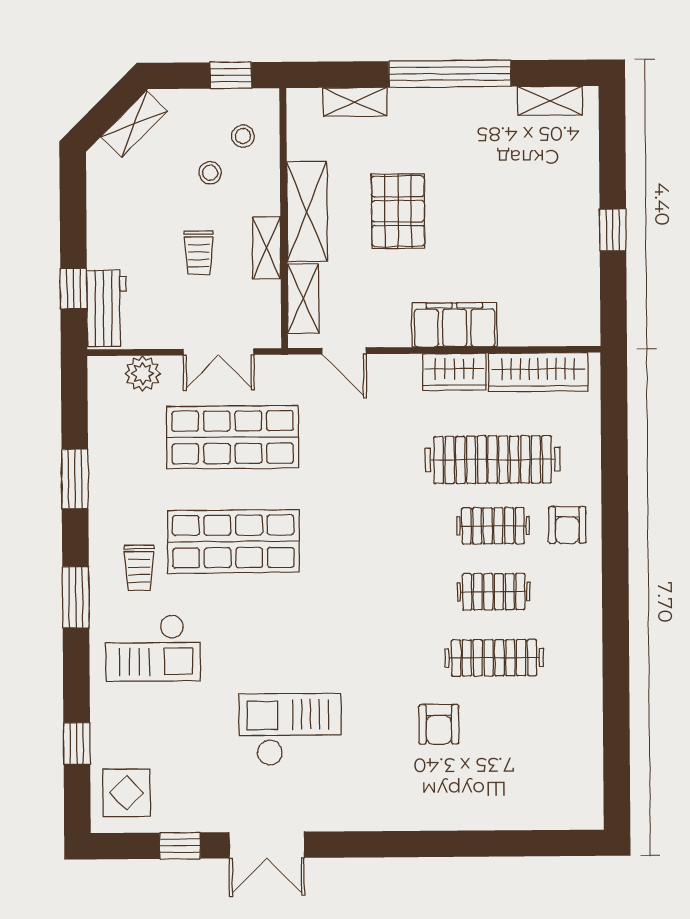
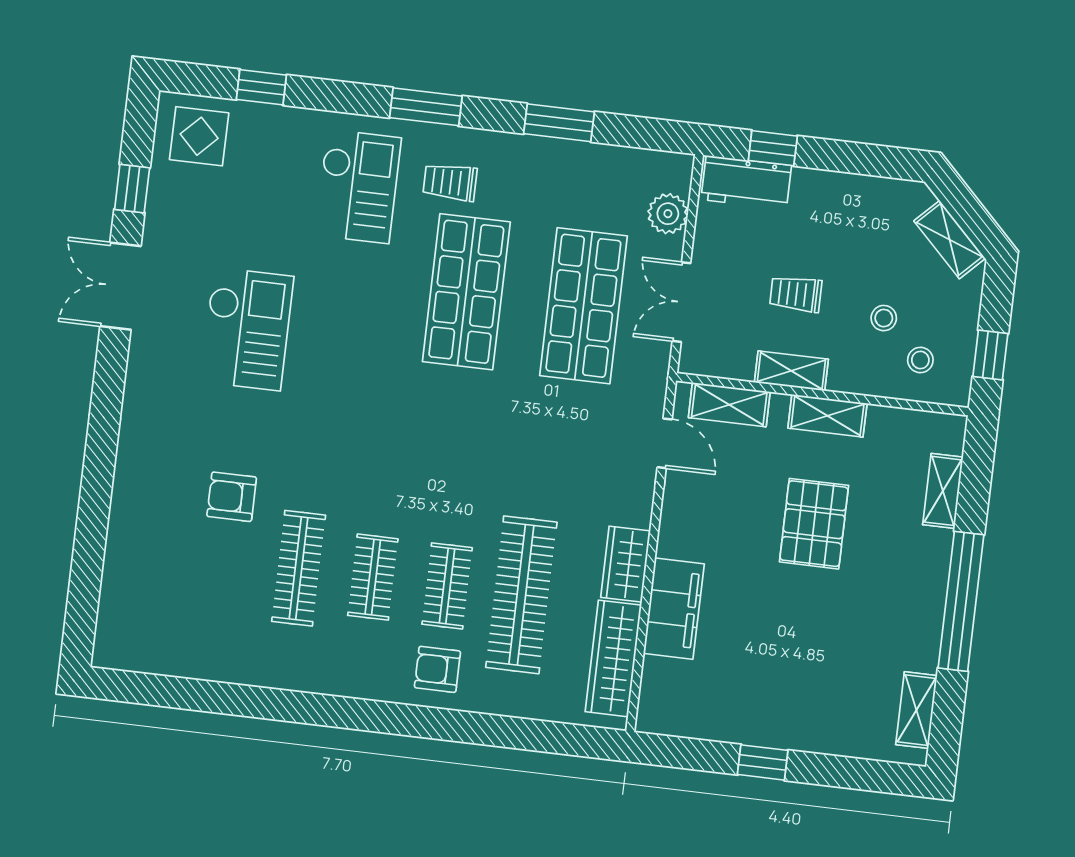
shelving: (307, 211) -> (827, 416), width x0.67, depth x0.75
pallet: (398, 211) -> (814, 524), turned 90
filing cabinet: (455, 325) -> (674, 609), moved
door: (344, 351) -> (665, 443), swing flipped
checkout: (153, 648) -> (358, 186), turned 180

